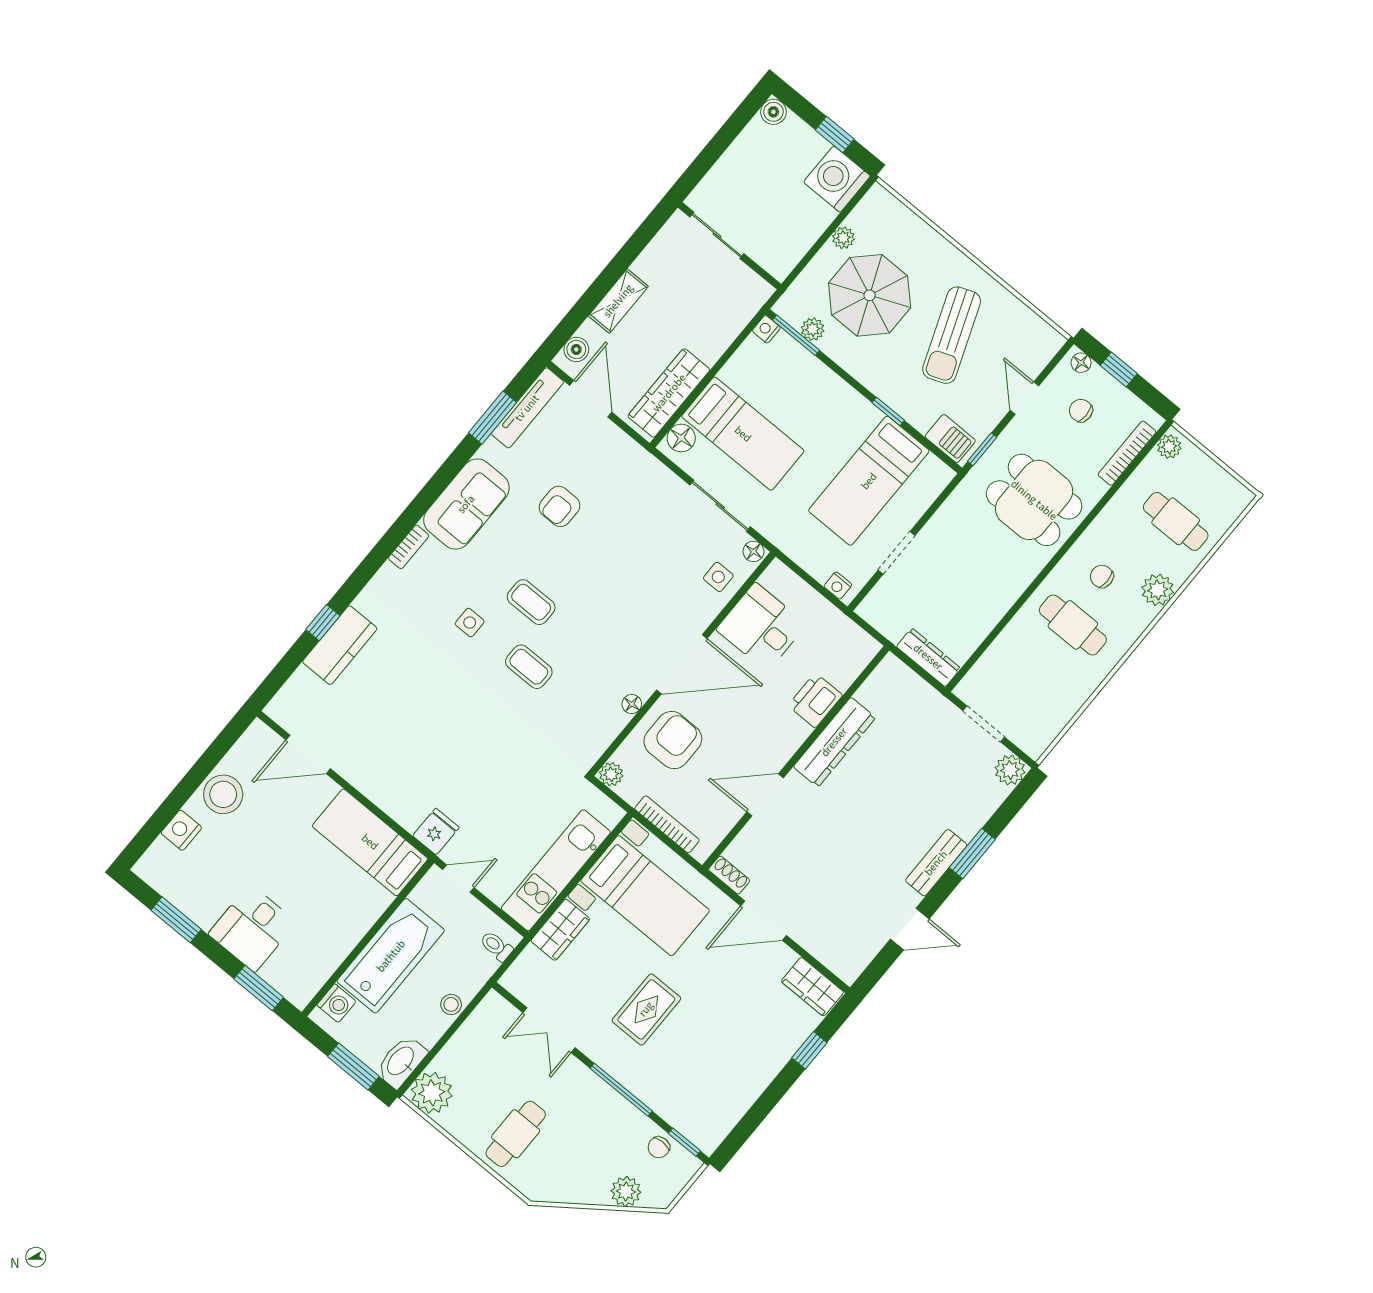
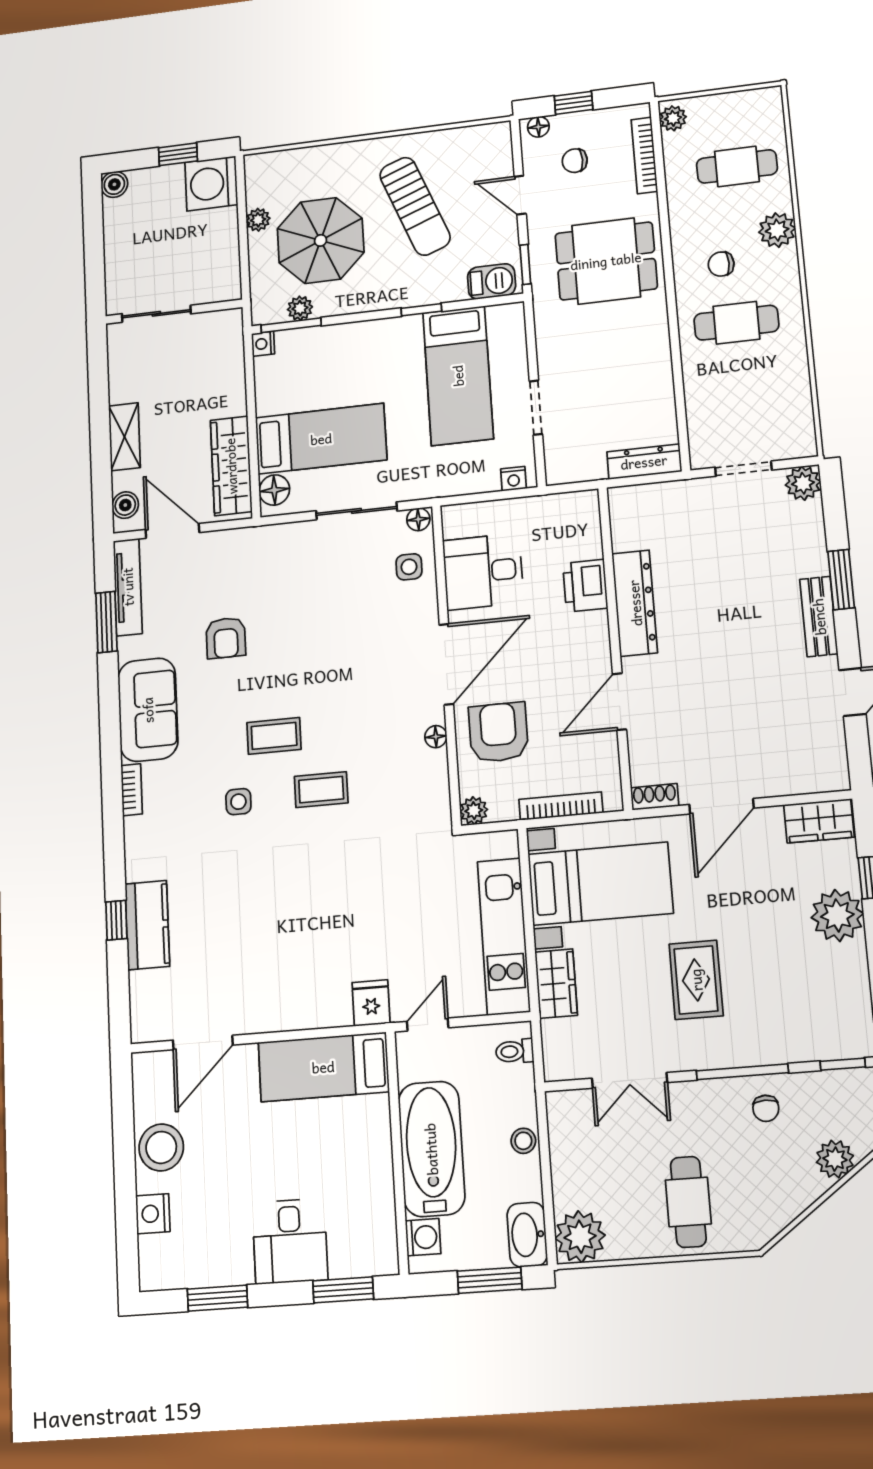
plant: (767, 1053) -> (837, 915), added
chair: (659, 1147) -> (766, 1108), moved

